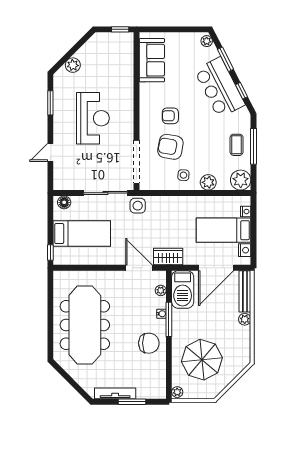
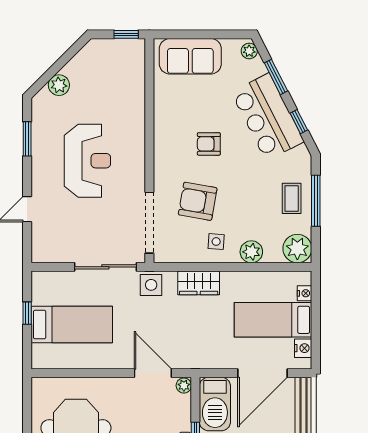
sofa: (152, 60) -> (190, 56), moved, turned 90
armchair: (170, 116) -> (209, 144), moved
floor lamp: (64, 202) -> (47, 280), removed
window: (50, 253) -> (27, 313), moved
wardrobe: (168, 256) -> (199, 283), moved, turned 180
plant: (161, 290) -> (184, 386), moved

